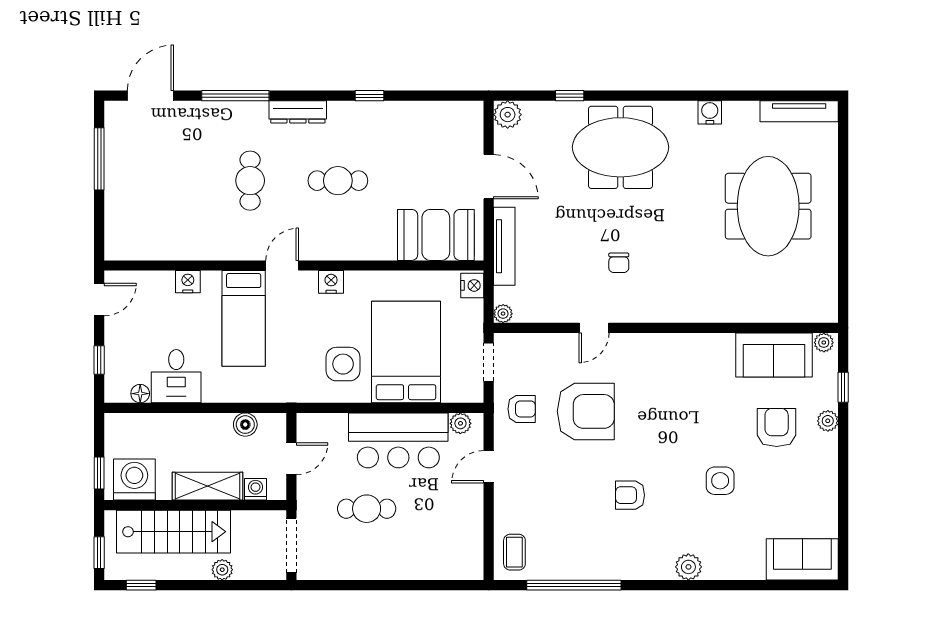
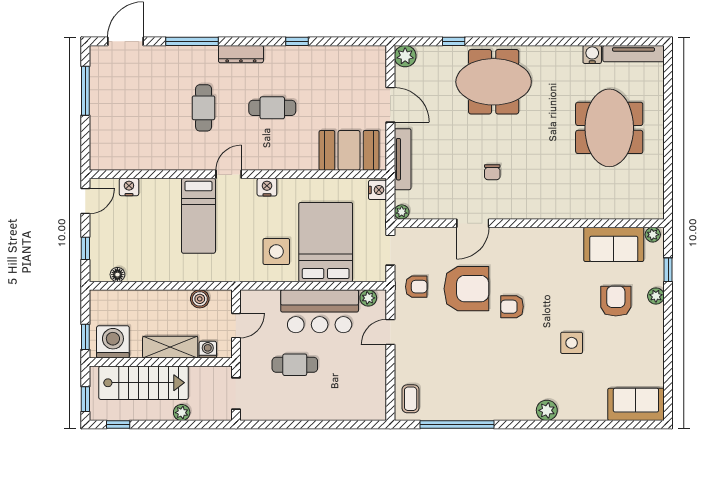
water cooler: (710, 112) -> (592, 54), moved
nightstand: (188, 282) -> (129, 187), moved
door: (594, 328) -> (473, 223), width x1.38
desk: (176, 376) -> (146, 261), removed
armchair: (630, 495) -> (512, 307), moved
doorway: (291, 545) -> (236, 394), width x0.73

